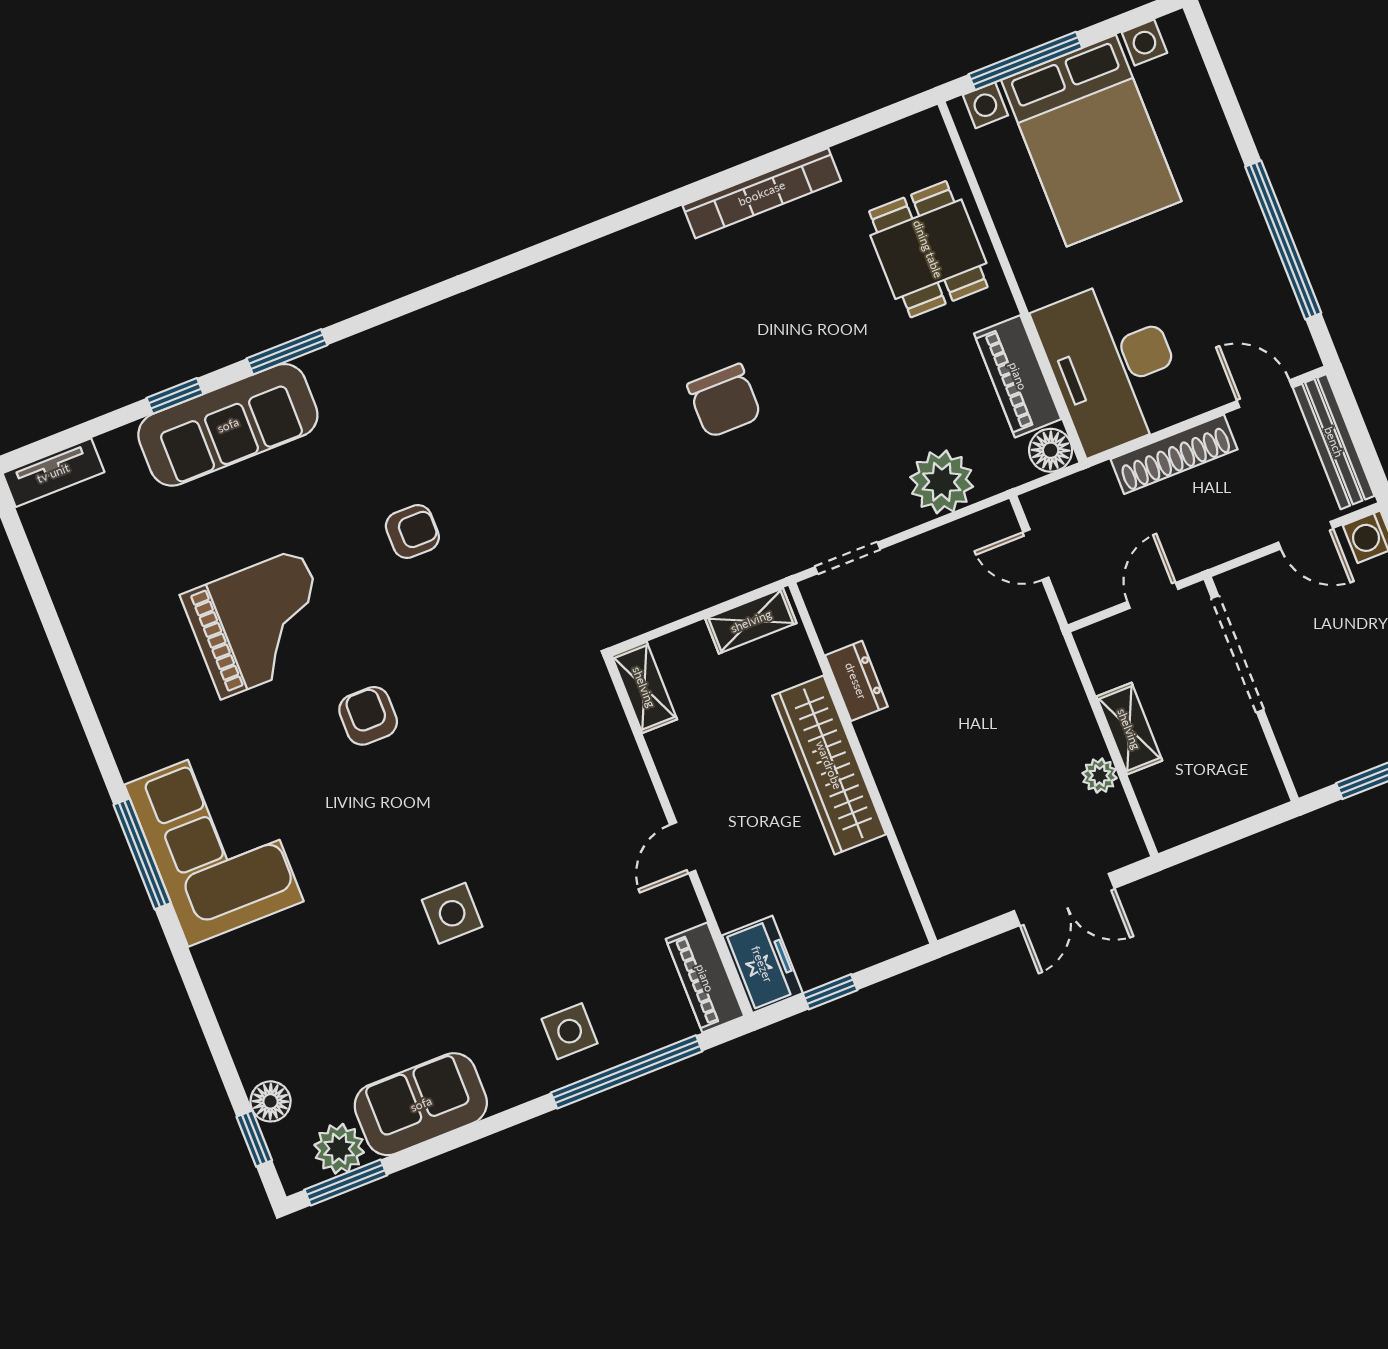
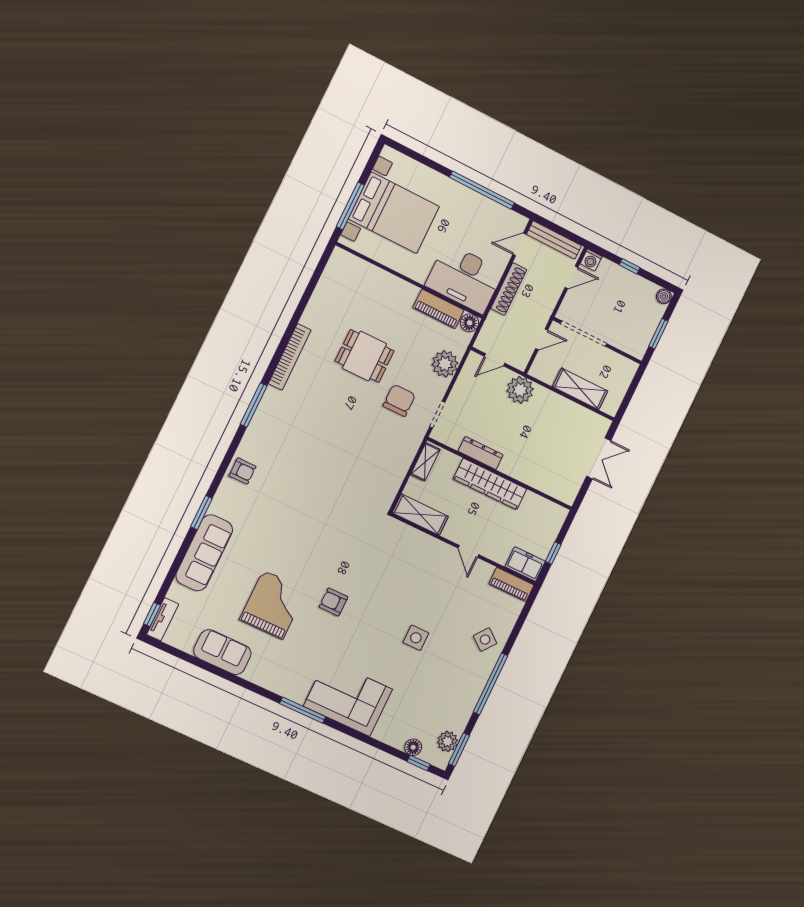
bookcase: (762, 193) -> (290, 357), moved
dining table: (928, 249) -> (365, 356), moved
window: (545, 250) -> (254, 405), added
window: (175, 396) -> (152, 614), moved
chair: (724, 401) -> (399, 400), moved, turned -90
armchair: (412, 531) -> (243, 471), moved, turned 90
door: (1153, 595) -> (542, 339), swing flipped
dresser: (856, 681) -> (481, 453), width x1.44
shelving: (644, 687) -> (420, 515), width x1.50, depth x1.33
shelving: (1129, 729) -> (580, 389), width x1.50, depth x1.33
plant: (1100, 776) -> (520, 390), moved, width x1.88, depth x1.88
corner sofa: (214, 843) -> (348, 698), moved
side table: (570, 1031) -> (485, 640), turned 38
window: (627, 1072) -> (491, 684), moved
sofa: (421, 1104) -> (222, 652), moved, turned 90

